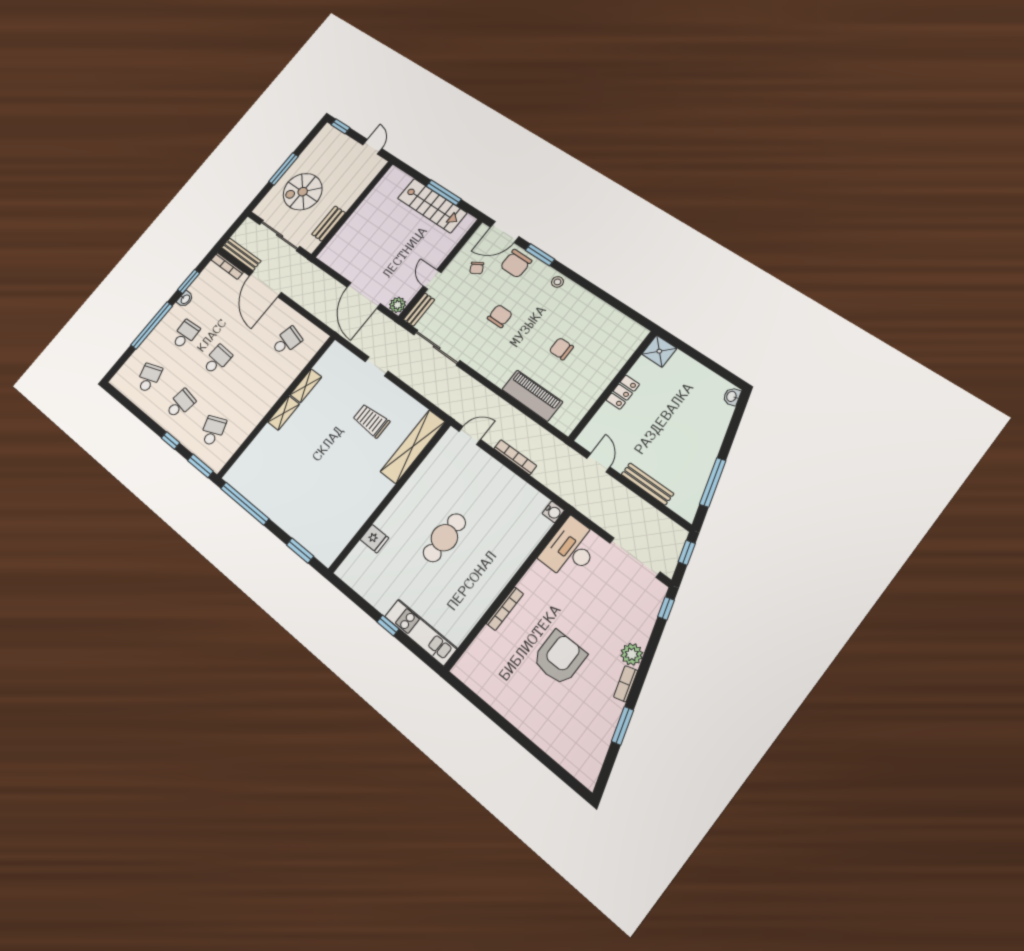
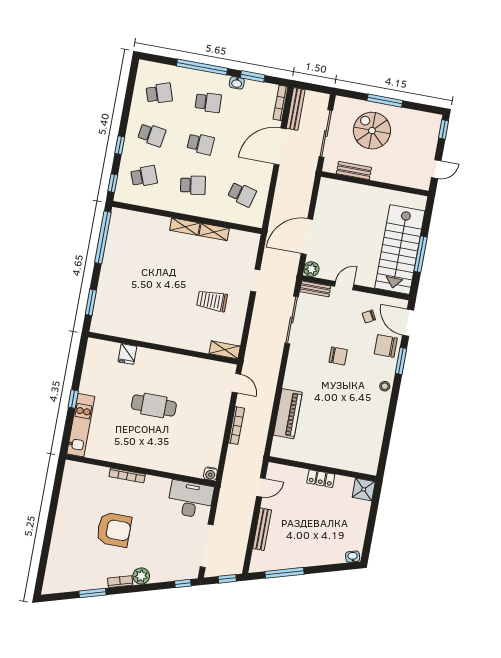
stairs: (432, 206) -> (400, 250), width x1.36, depth x1.51
chair: (561, 349) -> (333, 417), removed
school desk: (250, 386) -> (193, 185), added
trolley: (371, 421) -> (212, 301), turned -90
shelving: (413, 447) -> (225, 350), width x0.45, depth x0.75
window: (200, 466) -> (113, 183), width x0.67

